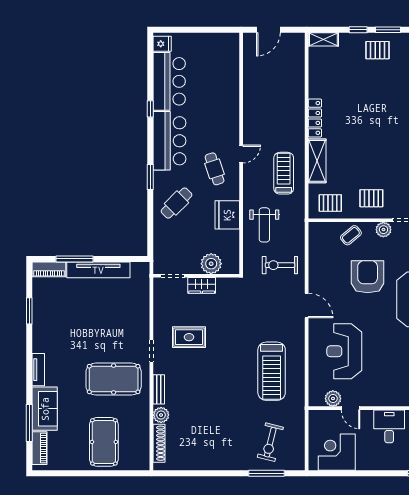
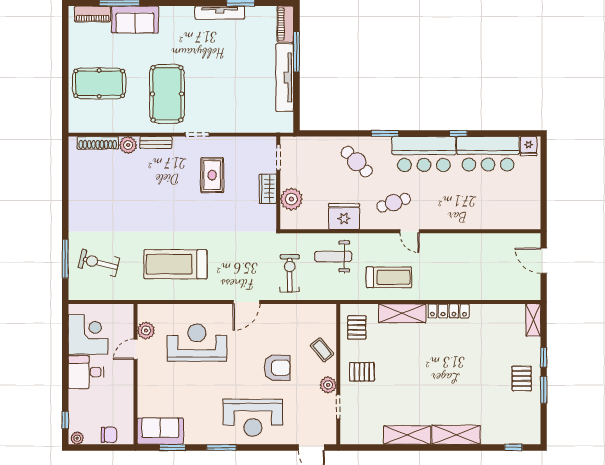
pallet: (371, 198) -> (362, 372), turned 90
armchair: (368, 277) -> (277, 368), width x0.73, depth x0.73
tv unit: (38, 370) -> (220, 13), moved, width x1.41
desk: (389, 426) -> (86, 372), moved, turned 180

